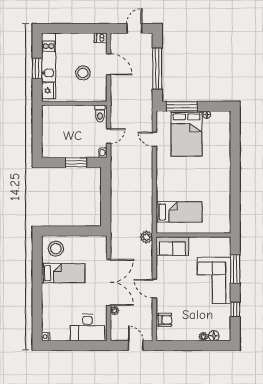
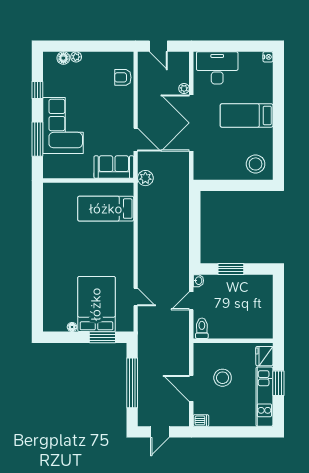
window: (182, 106) -> (102, 337), width x0.69
bed: (63, 273) -> (247, 115), moved
door: (154, 289) -> (136, 140), moved

